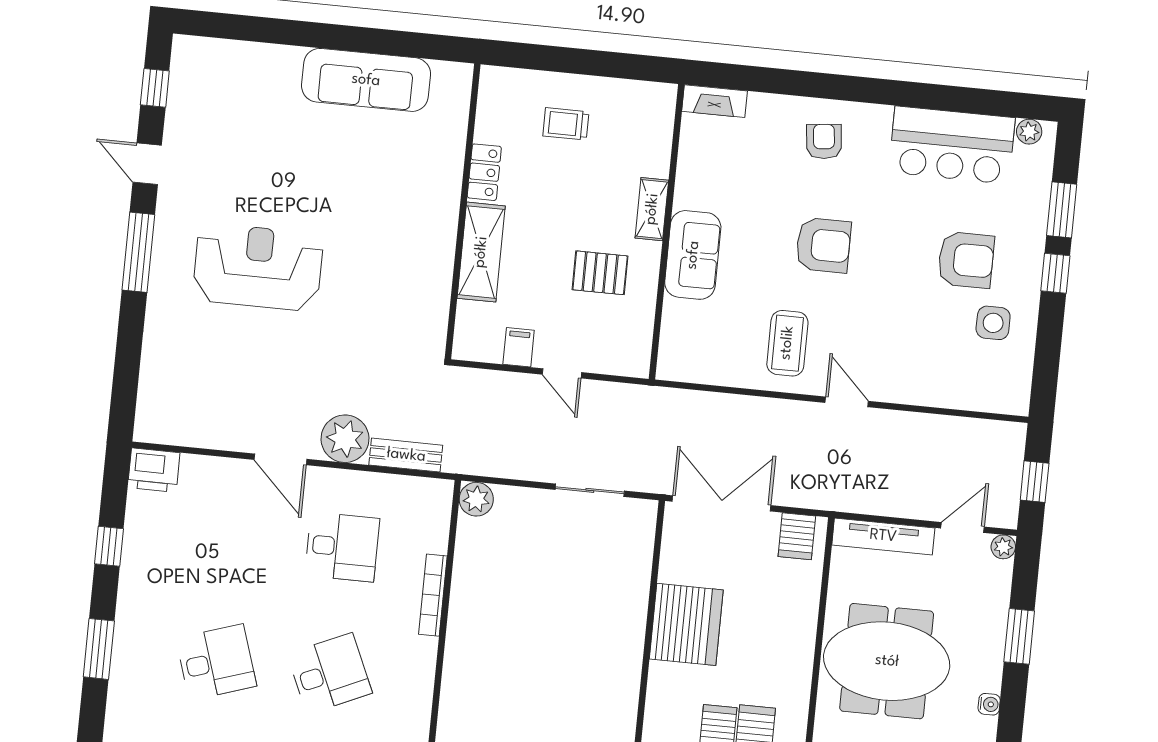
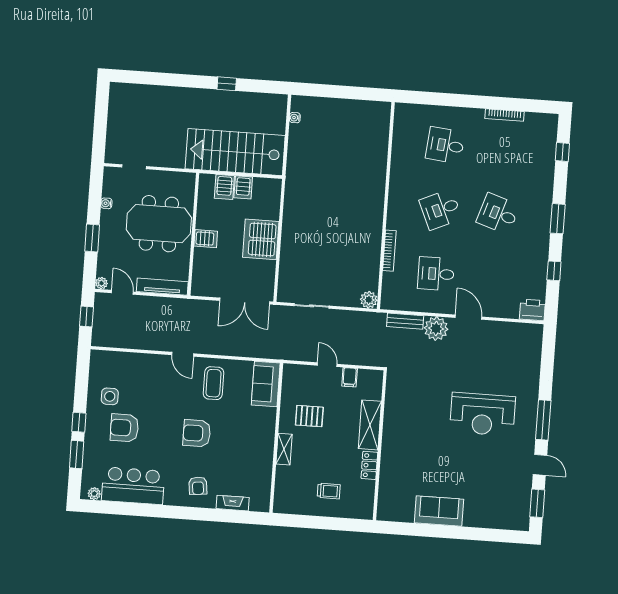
sofa: (366, 80) -> (439, 511), width x0.73
window: (155, 88) -> (537, 503), width x1.50
fireplace: (715, 101) -> (233, 503), moved
sofa: (693, 255) -> (266, 384), moved
door: (963, 527) -> (122, 292), swing flipped
server rack: (797, 536) -> (206, 239), moved, turned 90
desk: (216, 662) -> (498, 214), turned 36

